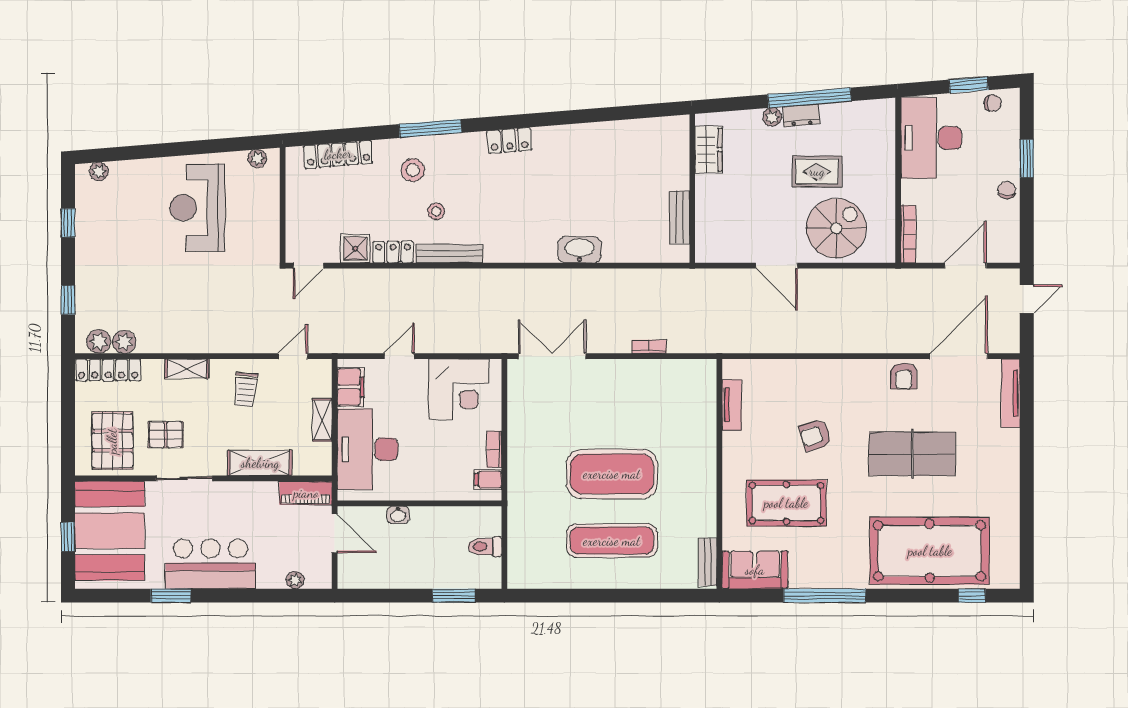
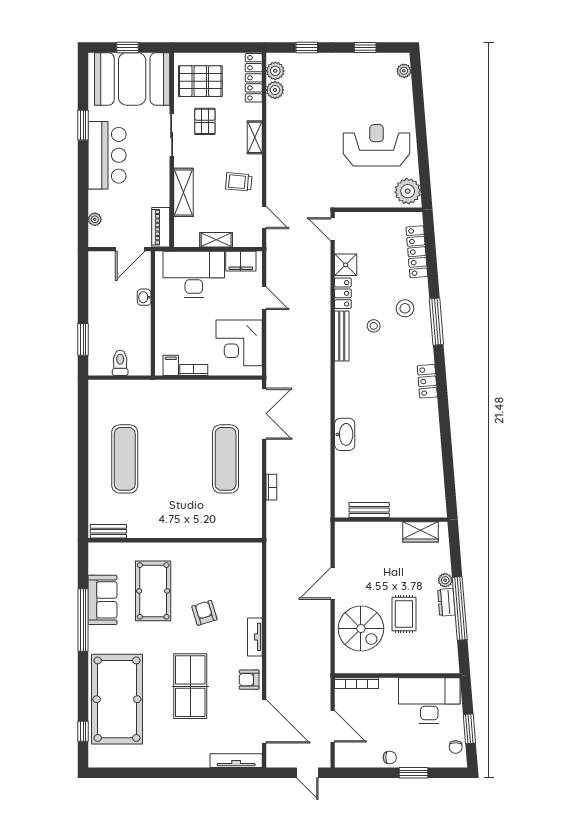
plant: (257, 159) -> (408, 191), width x1.88, depth x1.88
tv unit: (732, 405) -> (255, 637), moved, turned 90
exercise mat: (612, 474) -> (226, 459), moved, width x0.68
sofa: (755, 570) -> (103, 600), moved

